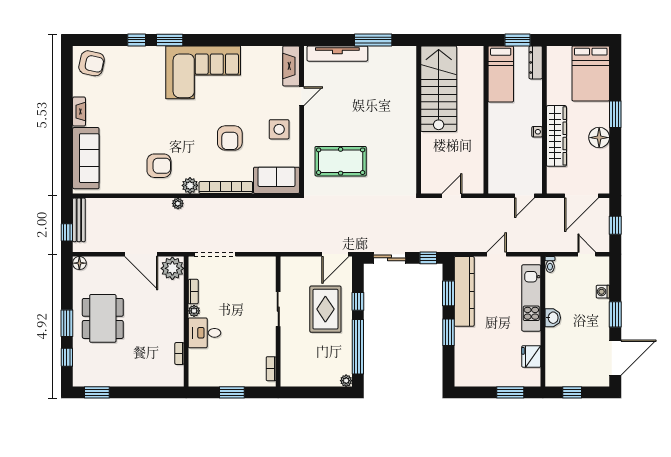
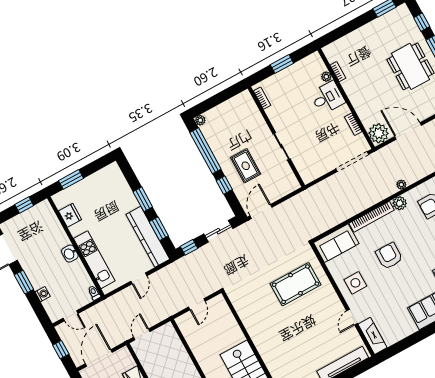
rug: (325, 309) -> (246, 166), width x0.73, depth x0.70
plant: (194, 311) -> (326, 77), moved

